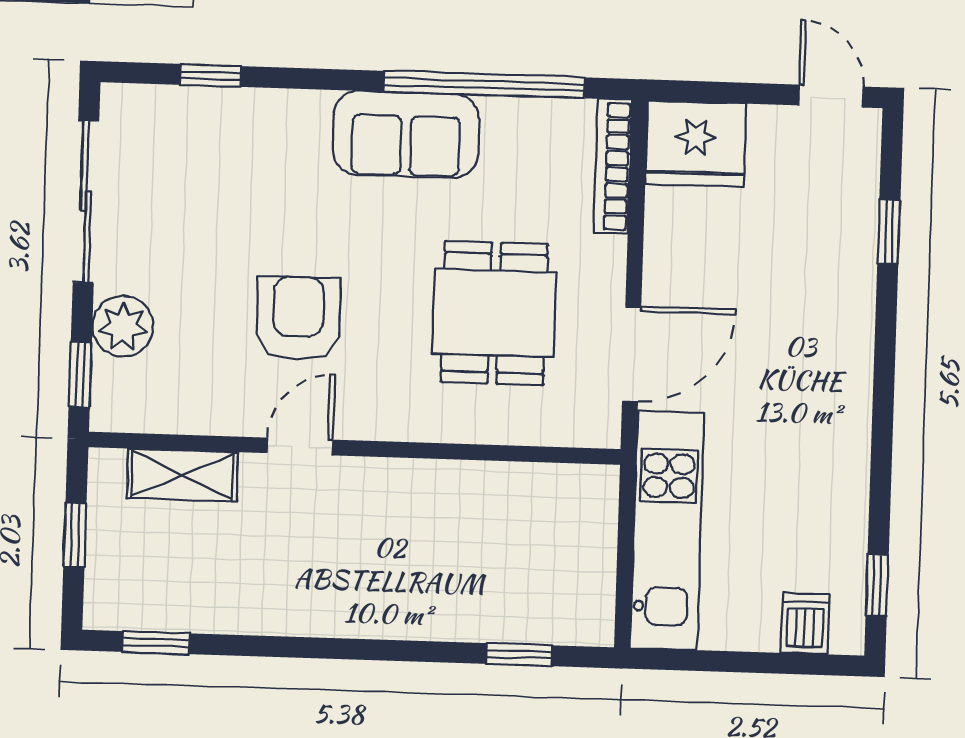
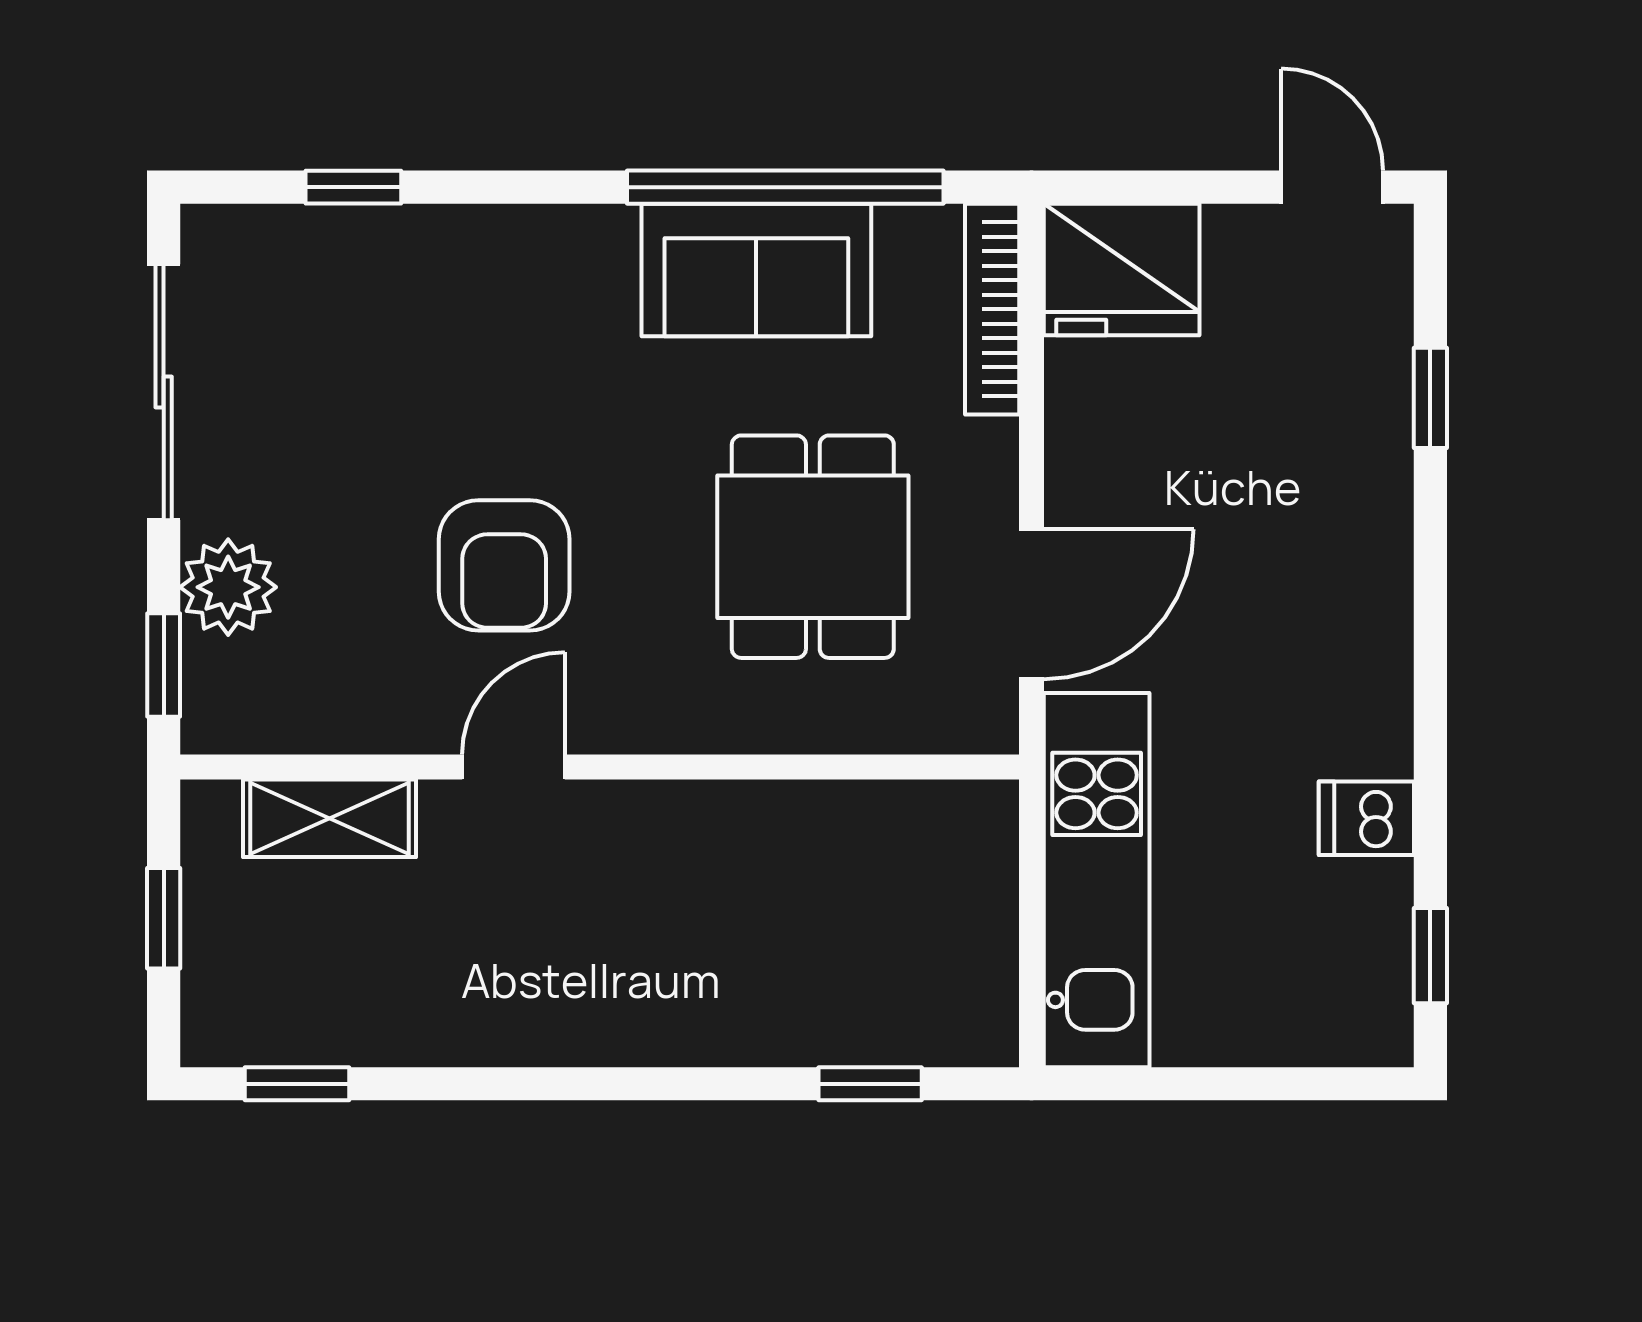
sofa: (406, 134) -> (756, 270), moved
armchair: (298, 318) -> (504, 565), turned 180
dishwasher: (805, 624) -> (1366, 818), moved, turned -90

